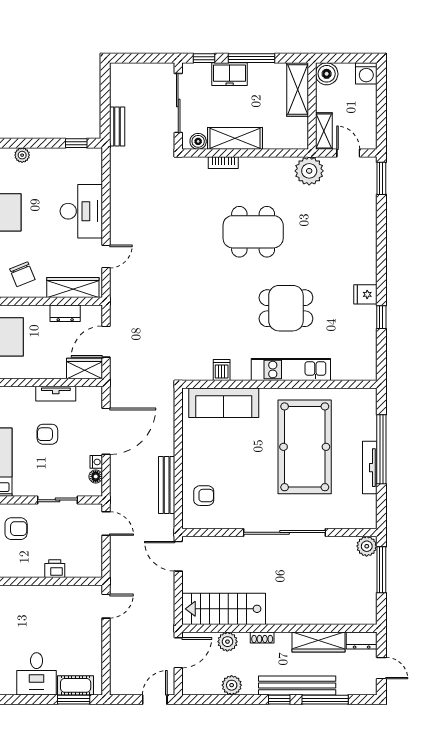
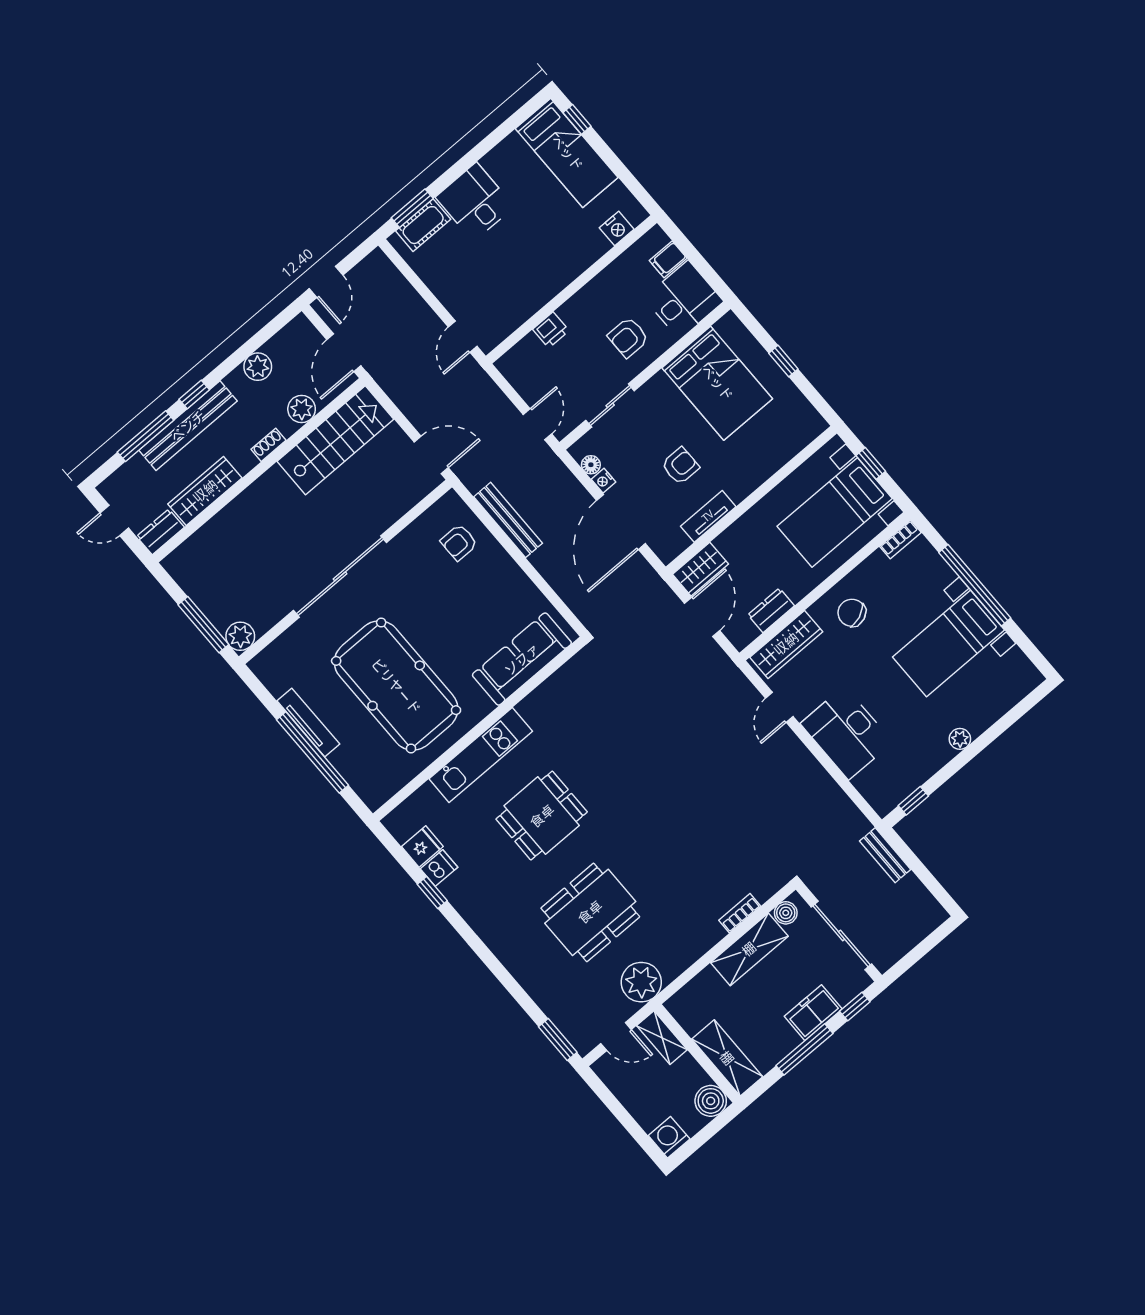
dining table: (253, 232) -> (590, 912), moved
fridge: (365, 294) -> (422, 847), moved
dishwasher: (222, 370) -> (439, 868), moved, turned -90
door: (106, 523) -> (537, 424), swing flipped

